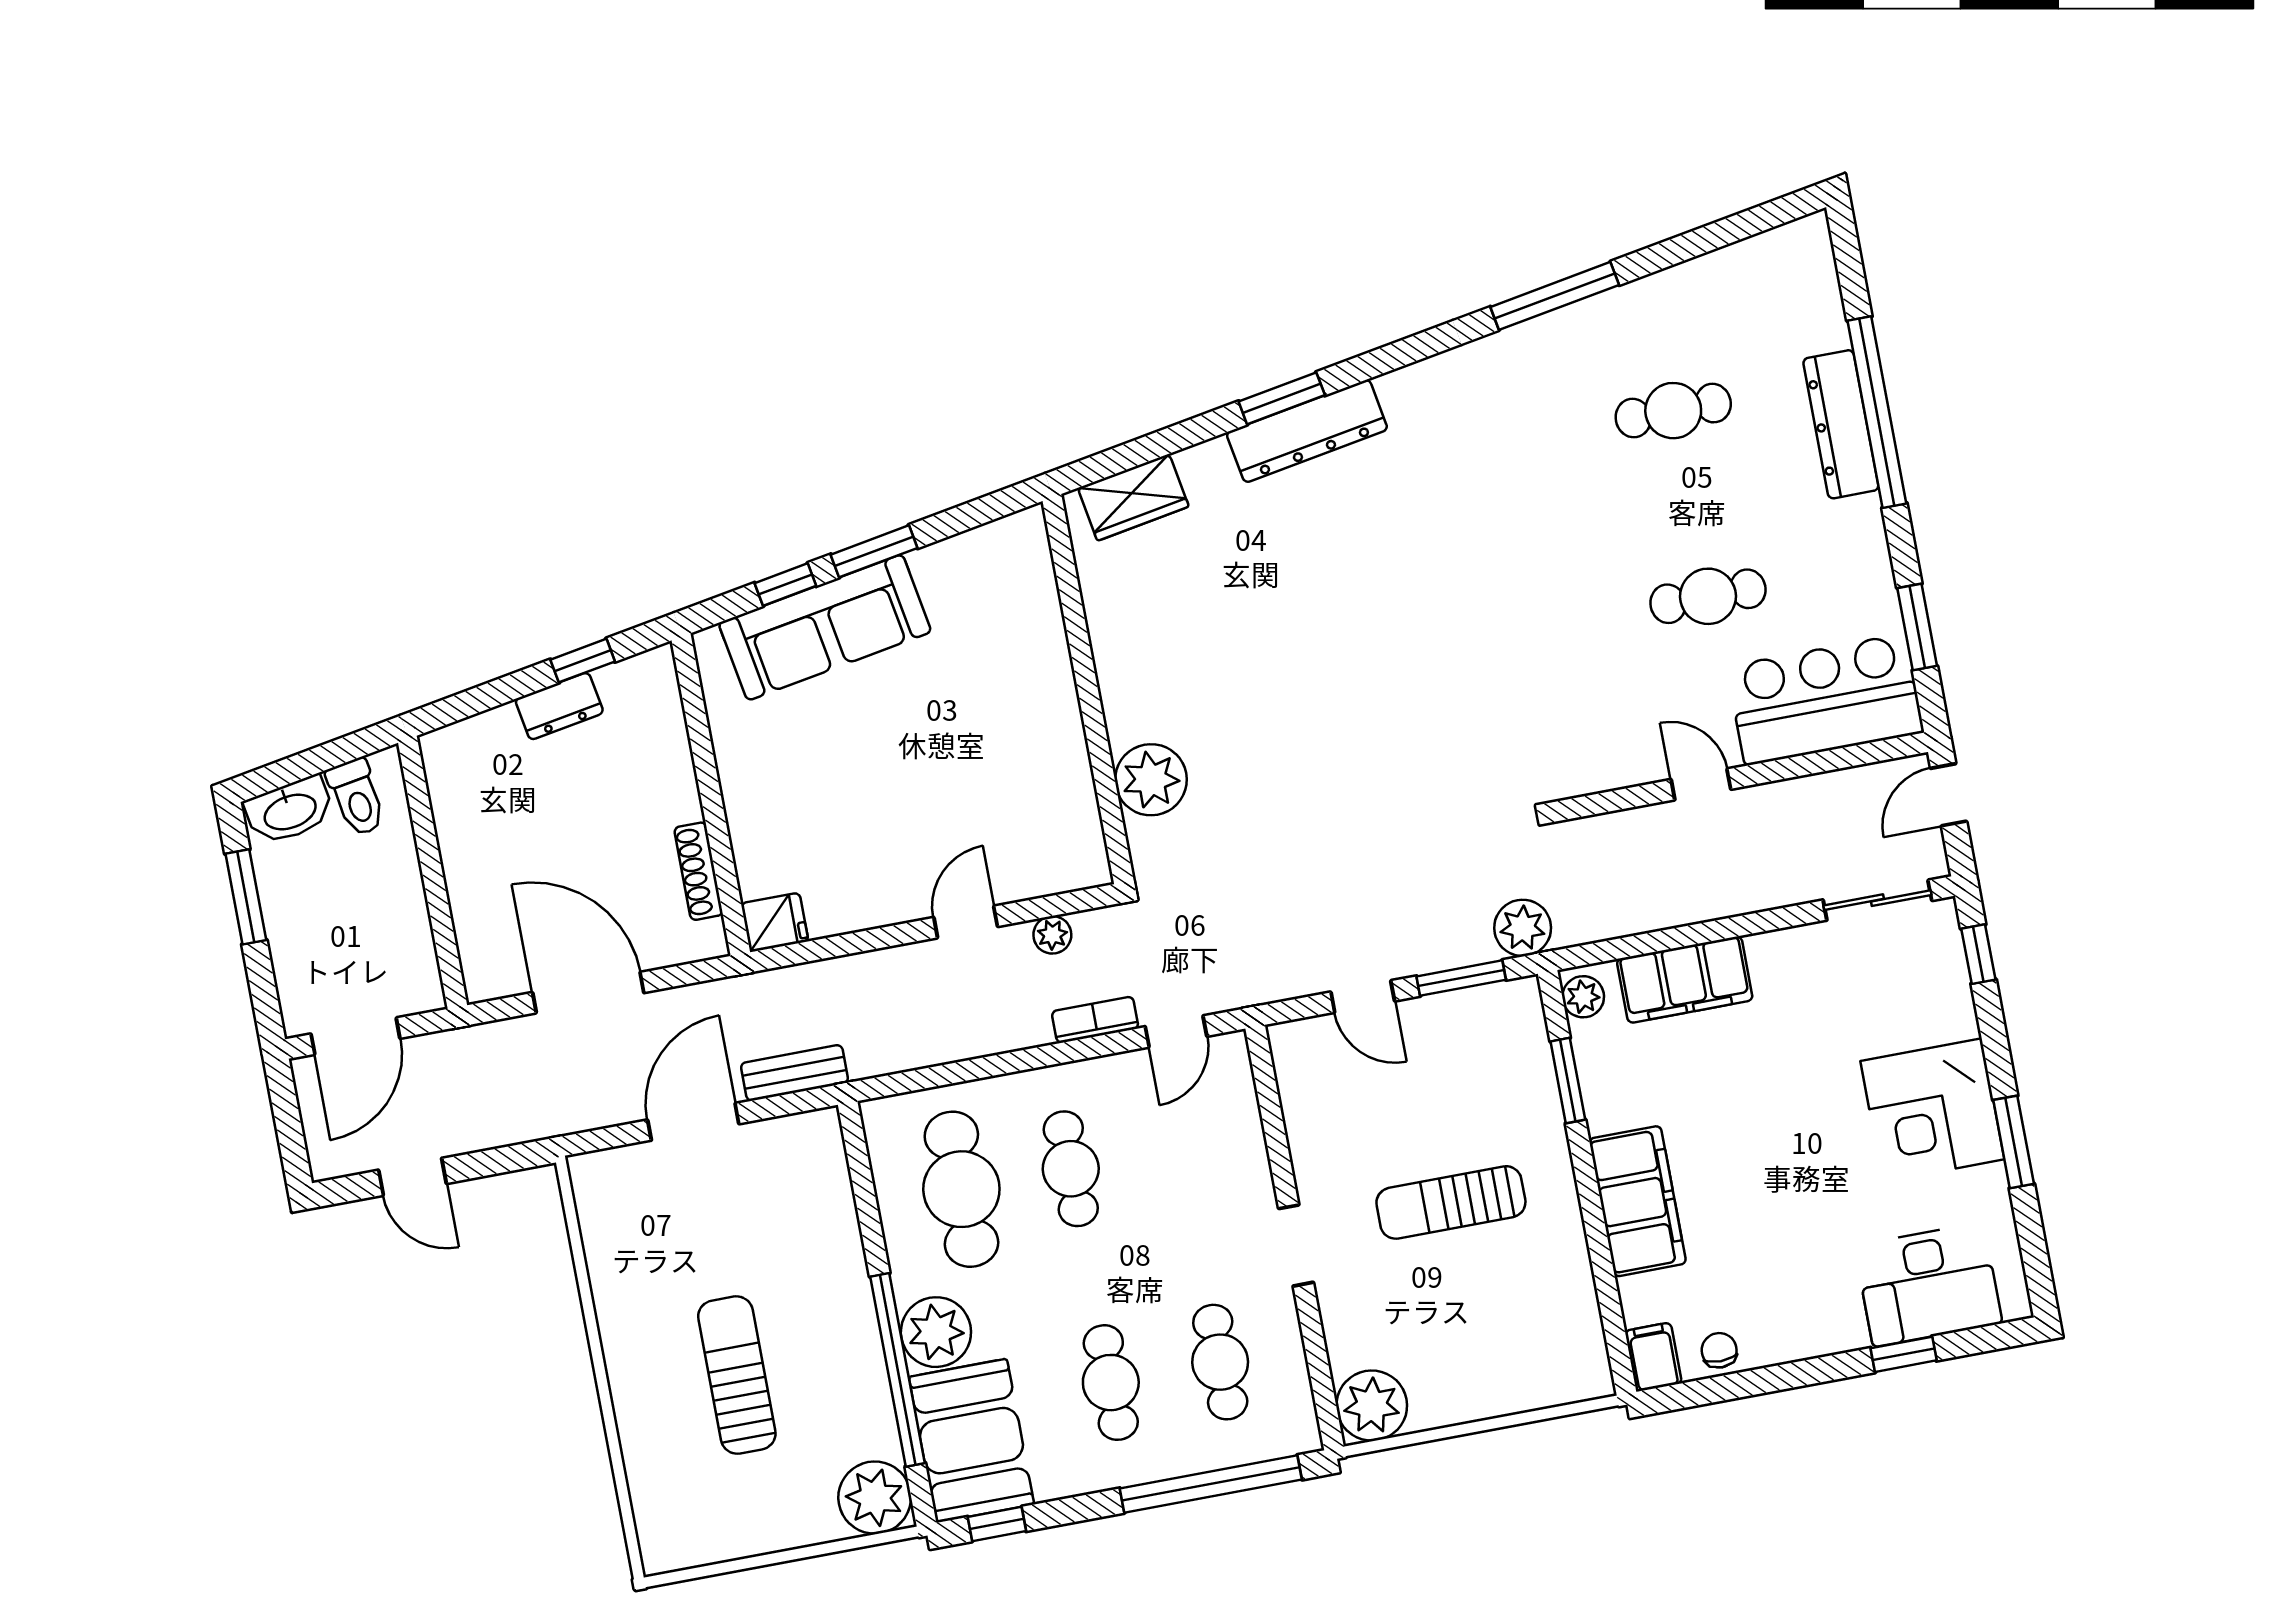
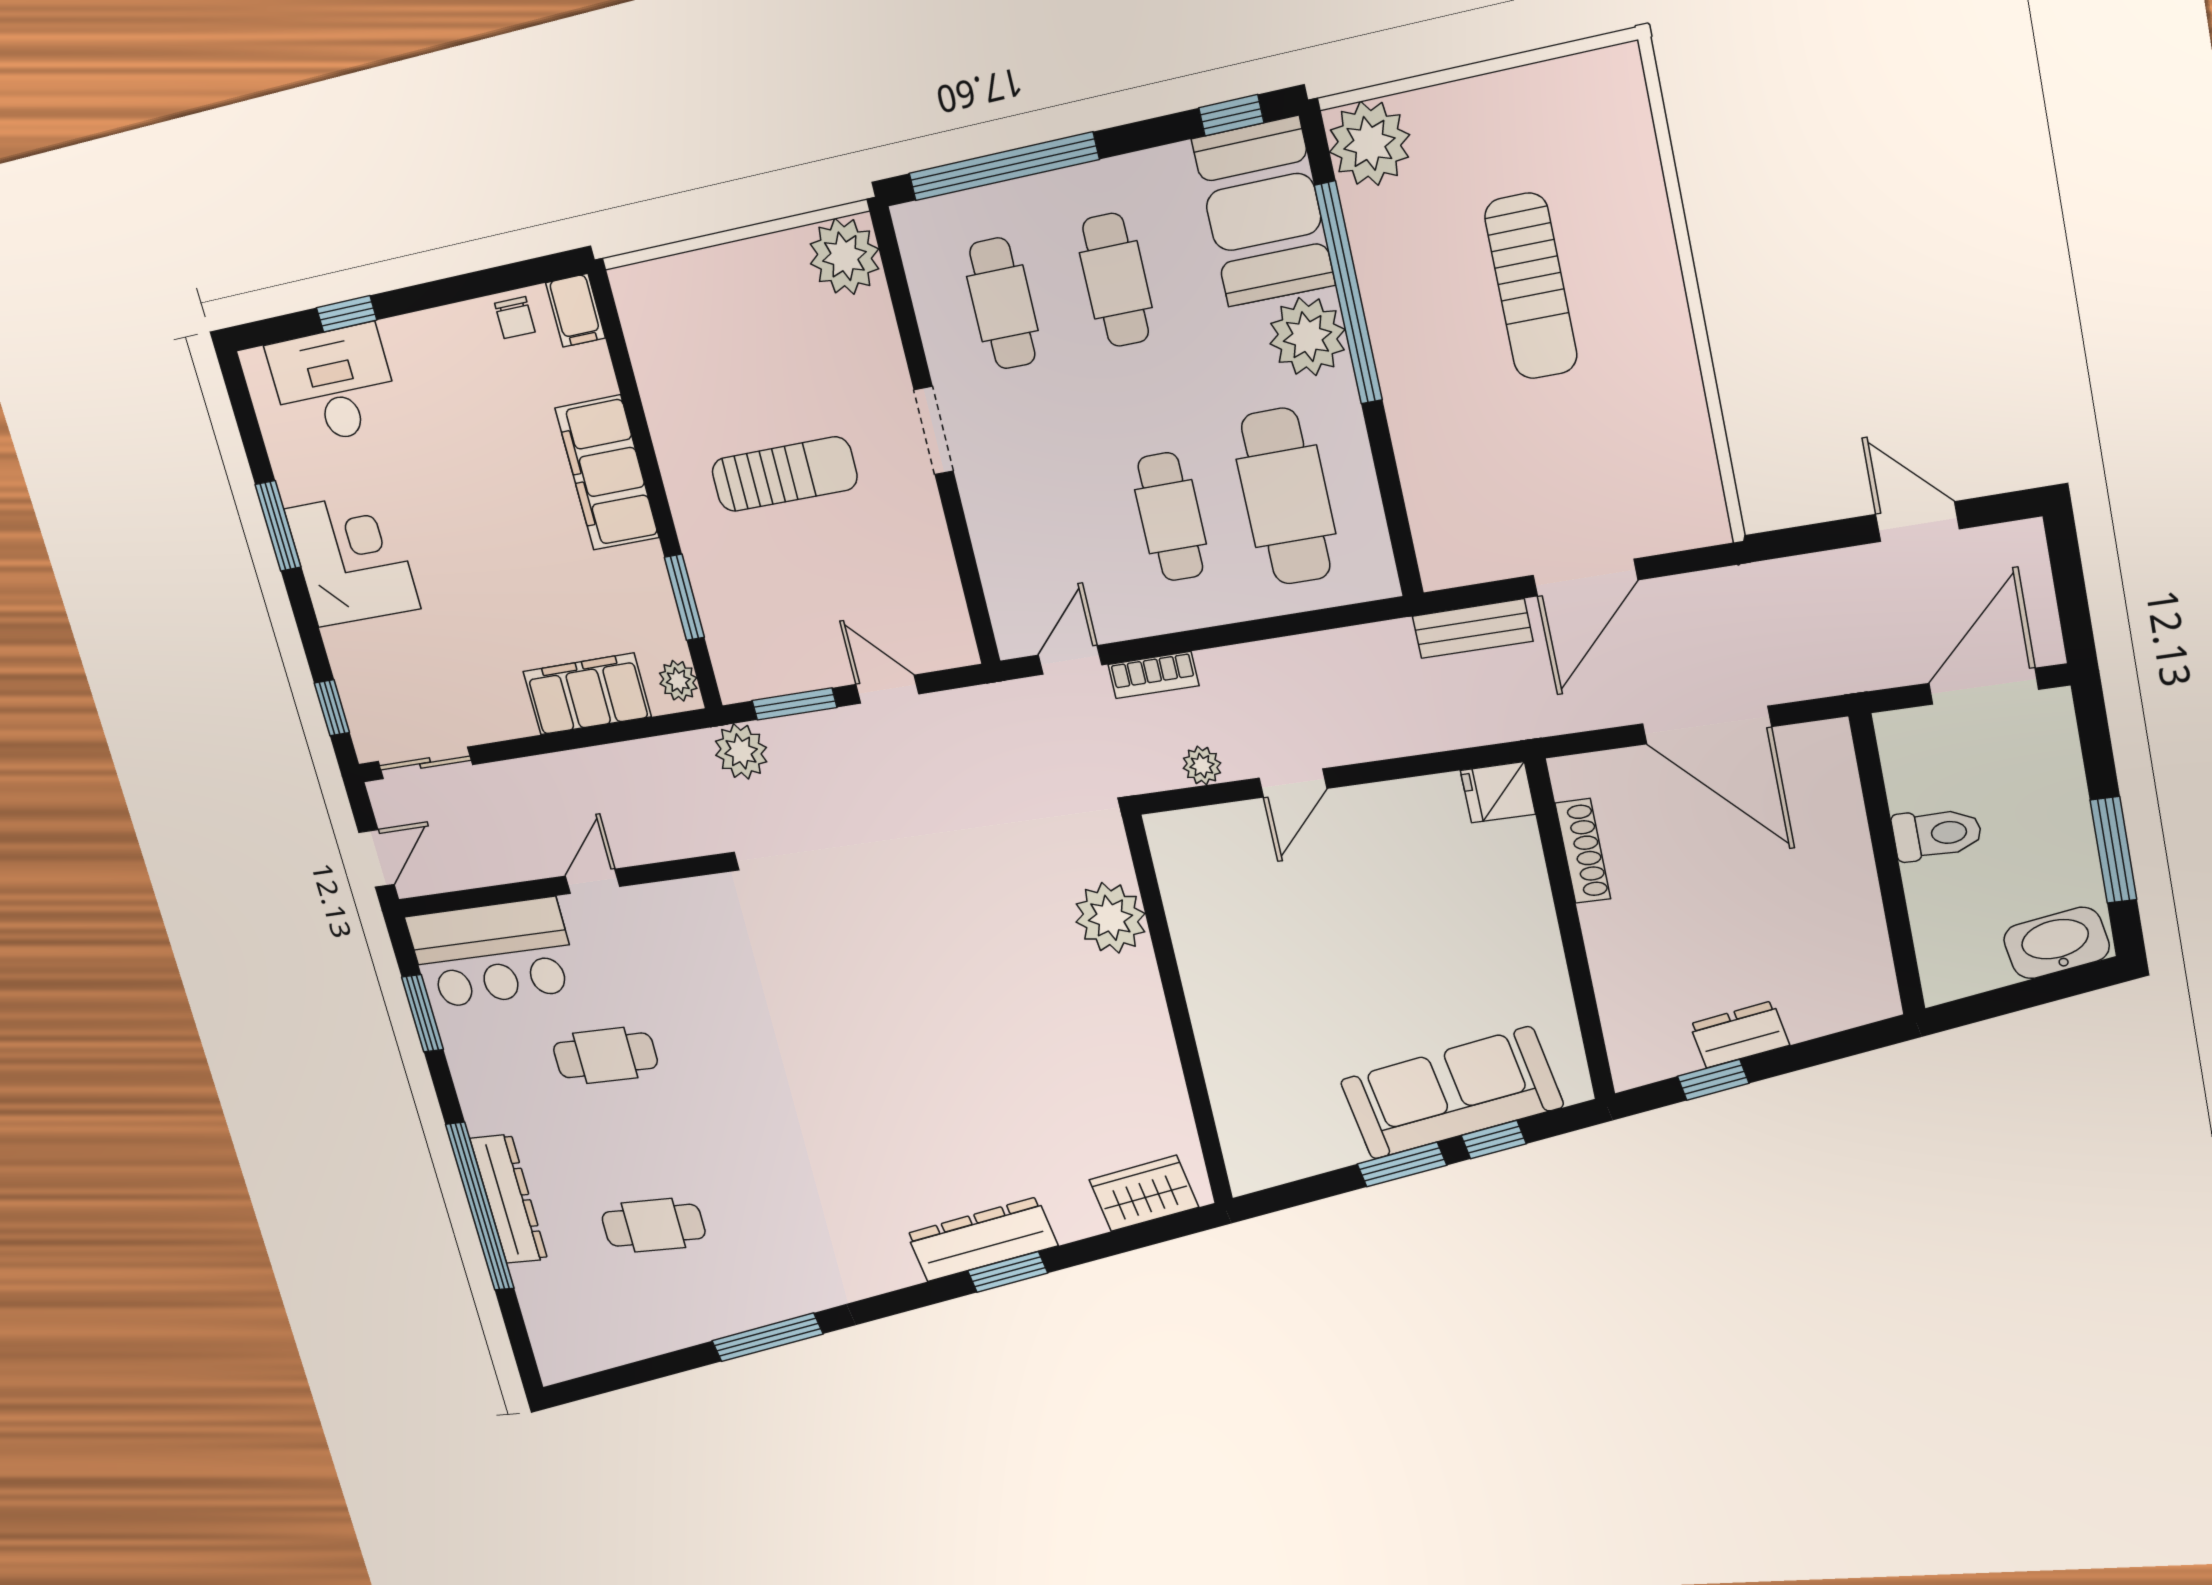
door: (1701, 784) -> (593, 881), swing flipped
toilet: (357, 797) -> (1937, 834), moved, turned 100

